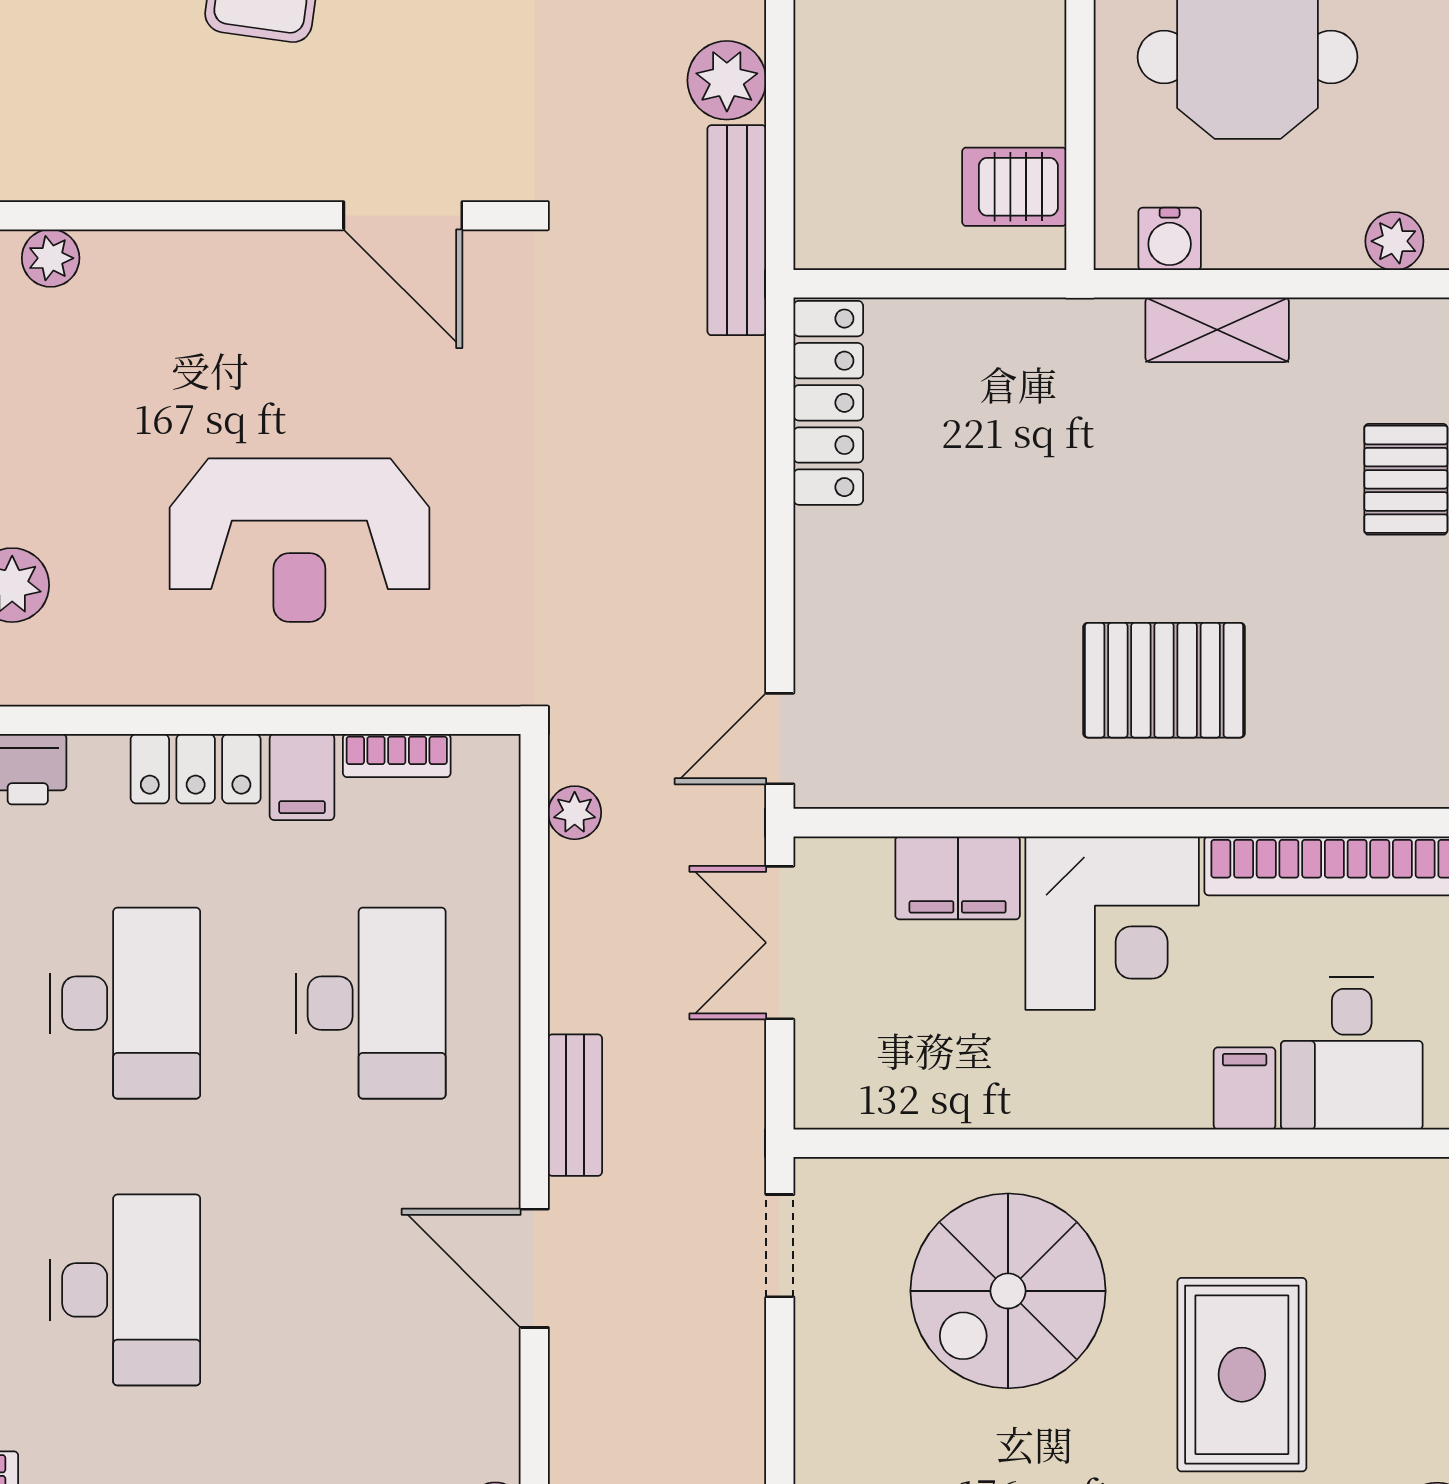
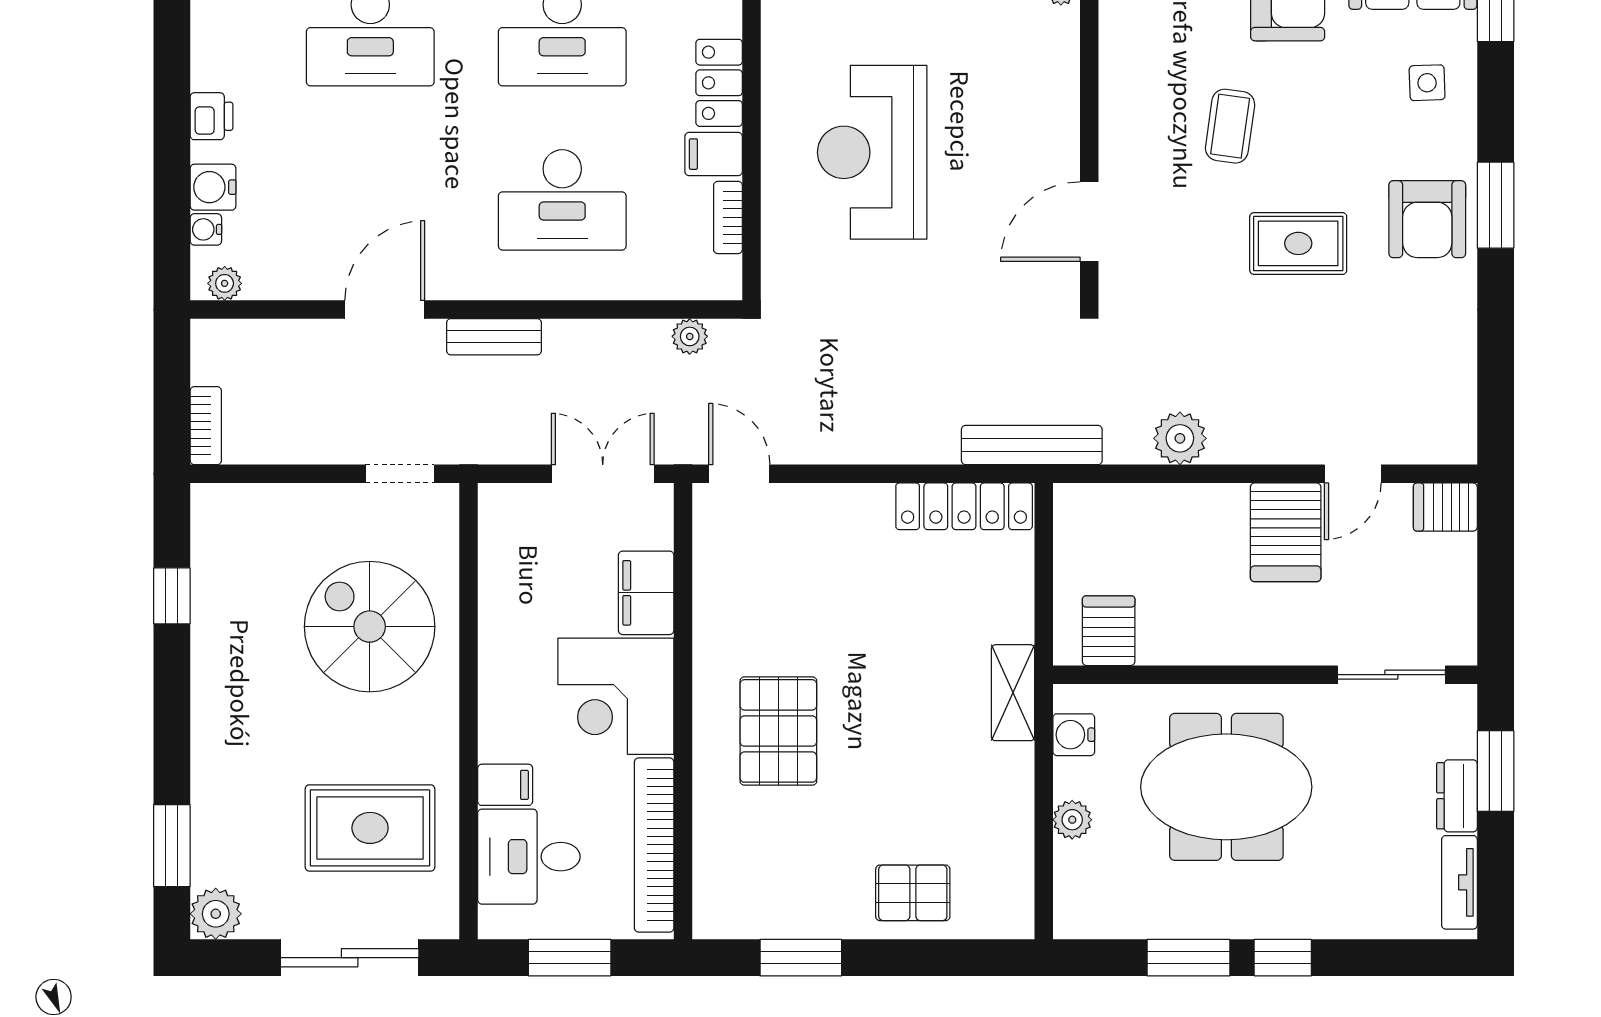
bench: (737, 230) -> (1032, 445), moved
plant: (1394, 241) -> (1072, 820), moved
shelving: (1217, 330) -> (1013, 693), moved
rug: (1242, 1375) -> (370, 828), moved

